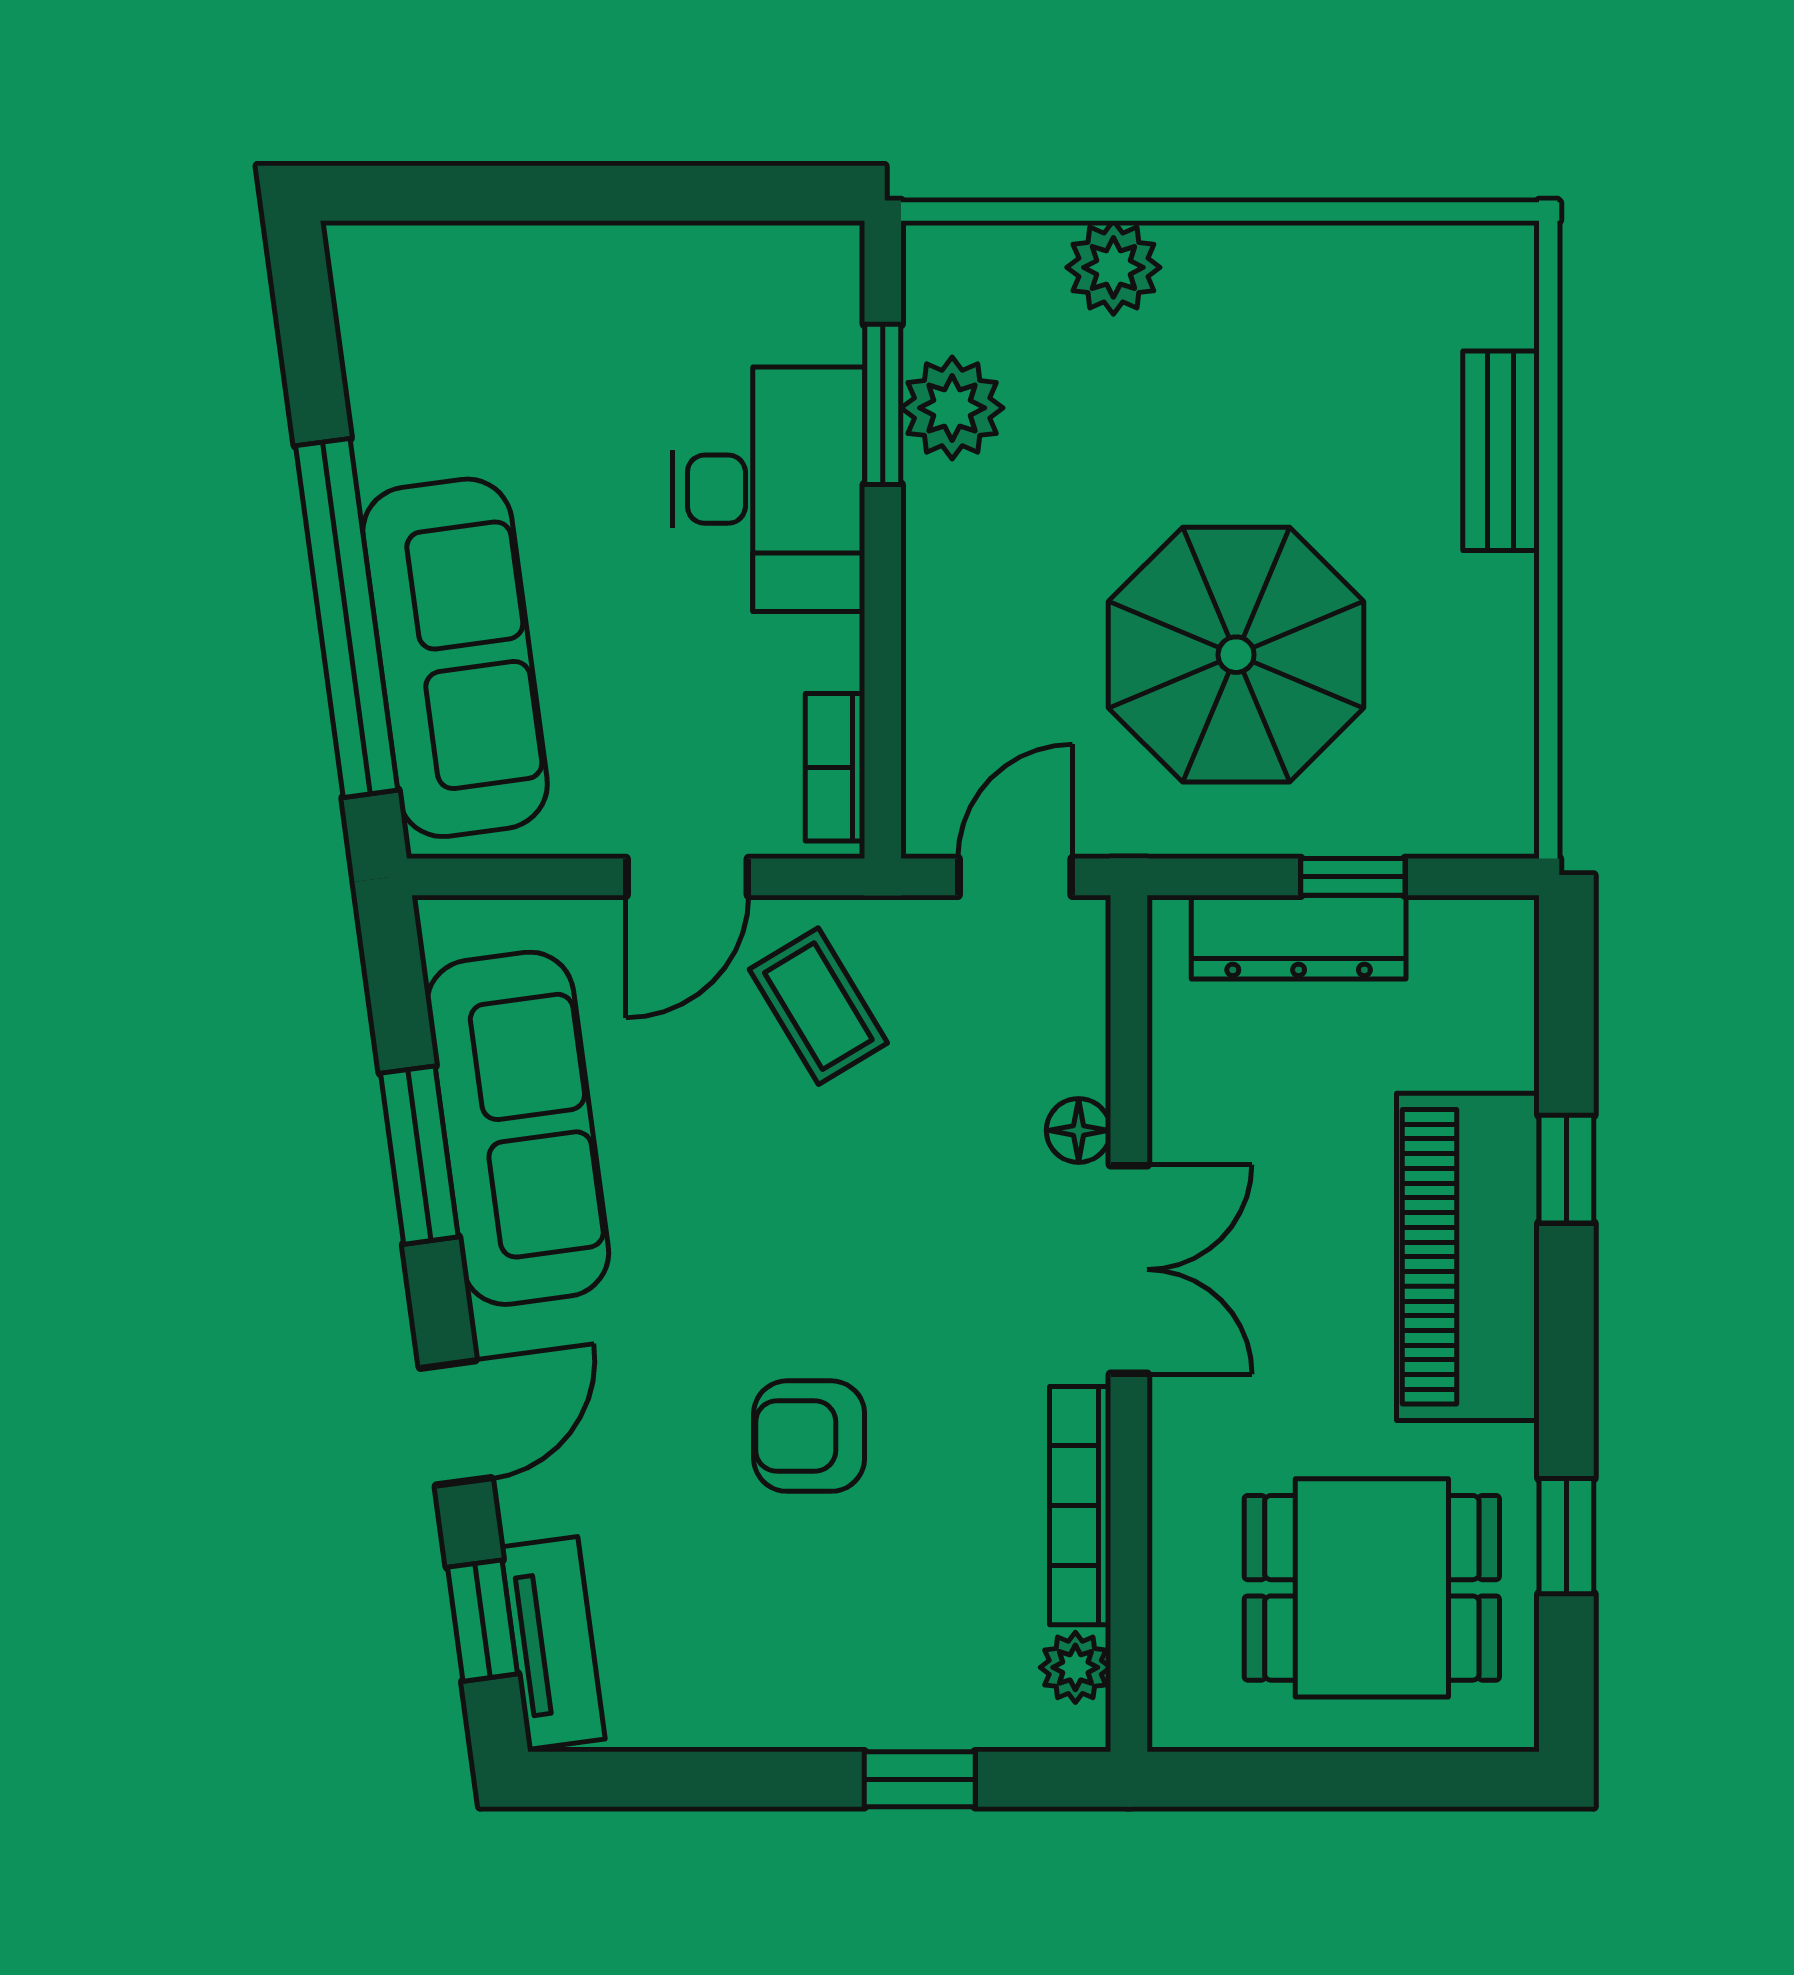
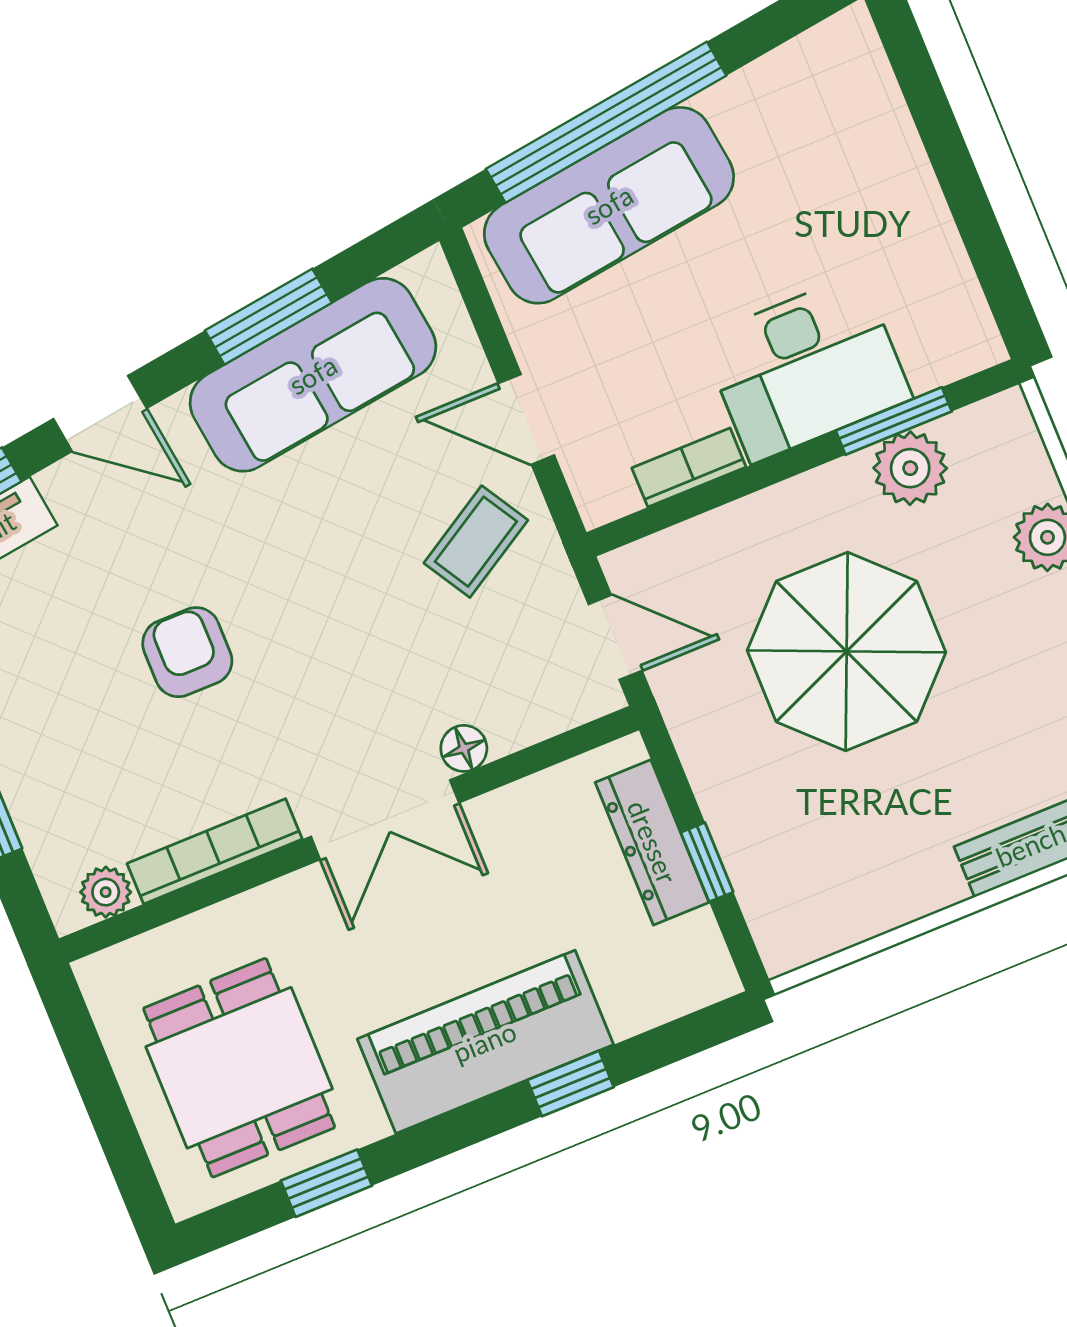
parasol: (1236, 655) -> (847, 651), moved
bookcase: (835, 767) -> (689, 468), moved

